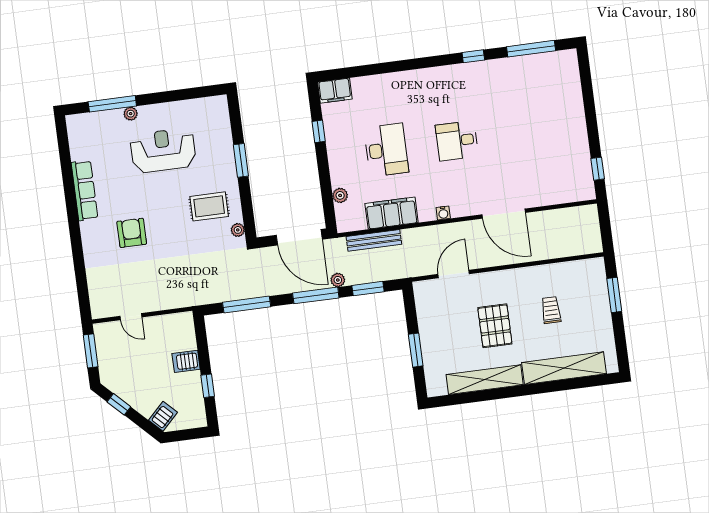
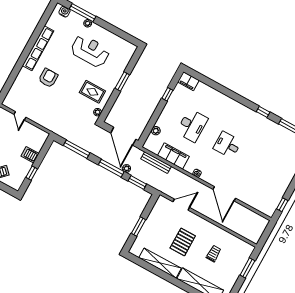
water cooler: (85, 121) -> (64, 12), added
row of seats: (85, 190) -> (38, 48), width x1.36

